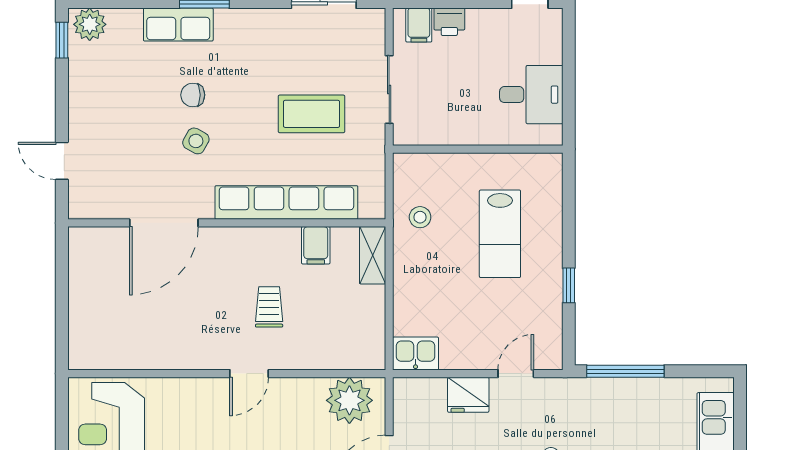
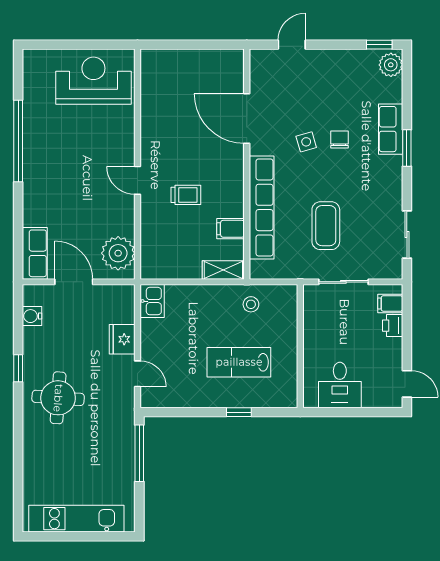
side table: (196, 141) -> (306, 142), turned 45
window: (569, 285) -> (239, 412), moved

